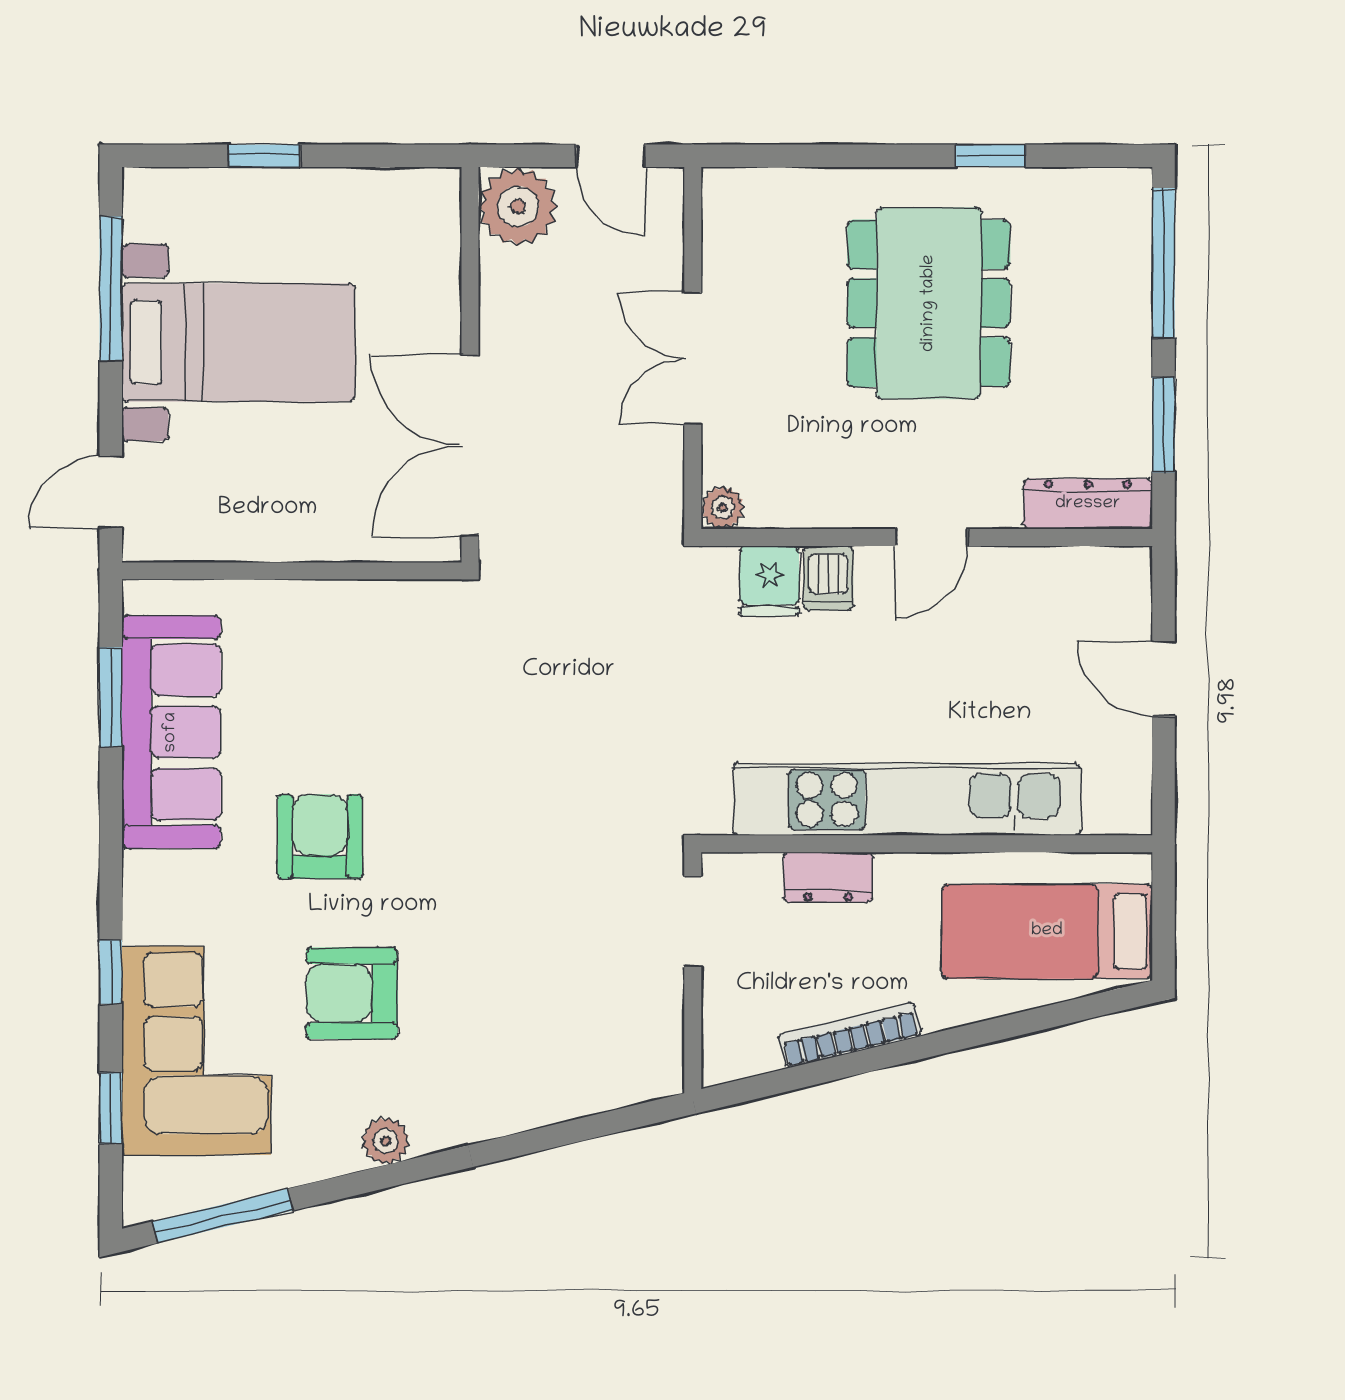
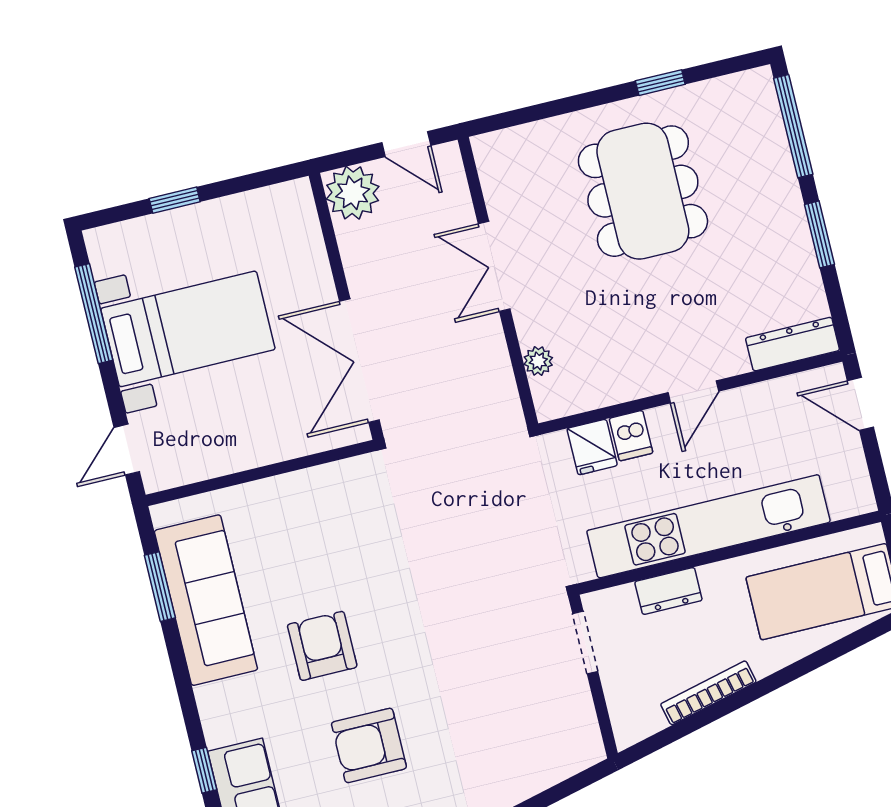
dresser: (1088, 504) -> (792, 344), moved
wall: (927, 537) -> (690, 393), moved
door: (931, 537) -> (693, 392), moved
dishwasher: (828, 578) -> (631, 436), moved
fridge: (770, 581) -> (592, 447), moved

